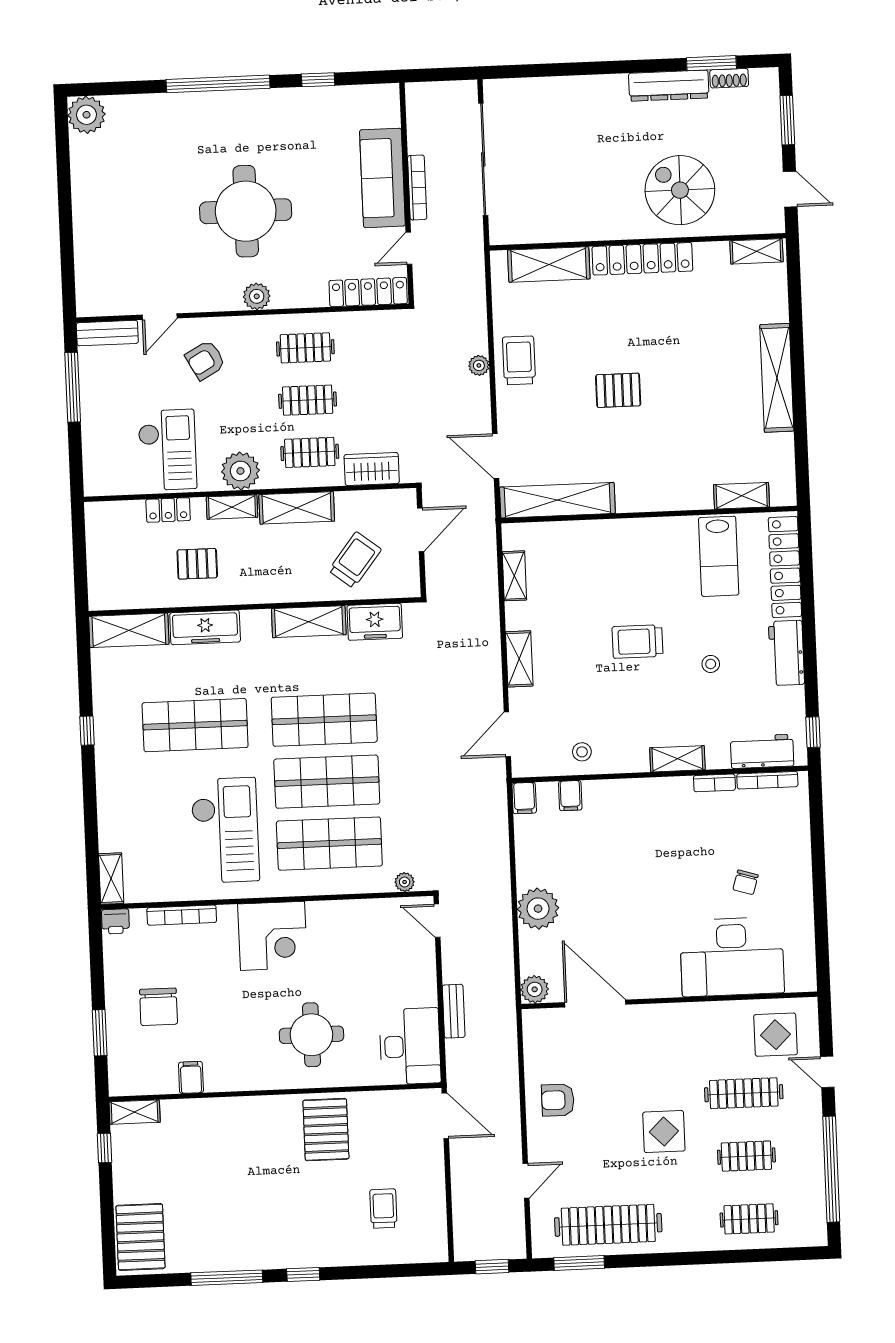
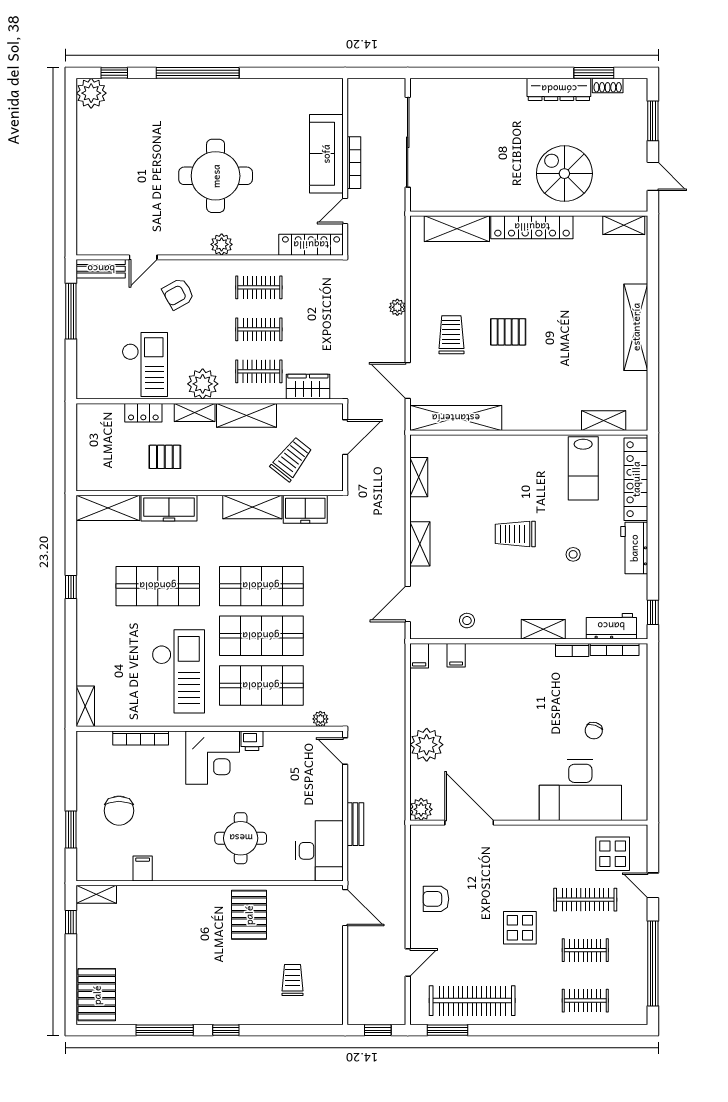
window: (318, 80) -> (114, 73), moved
trolley: (519, 360) -> (451, 335), moved
printer: (115, 921) -> (252, 741), moved

